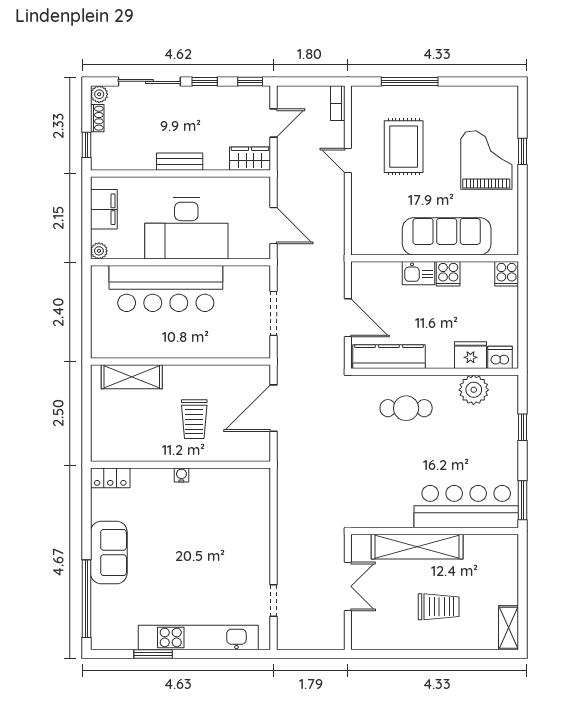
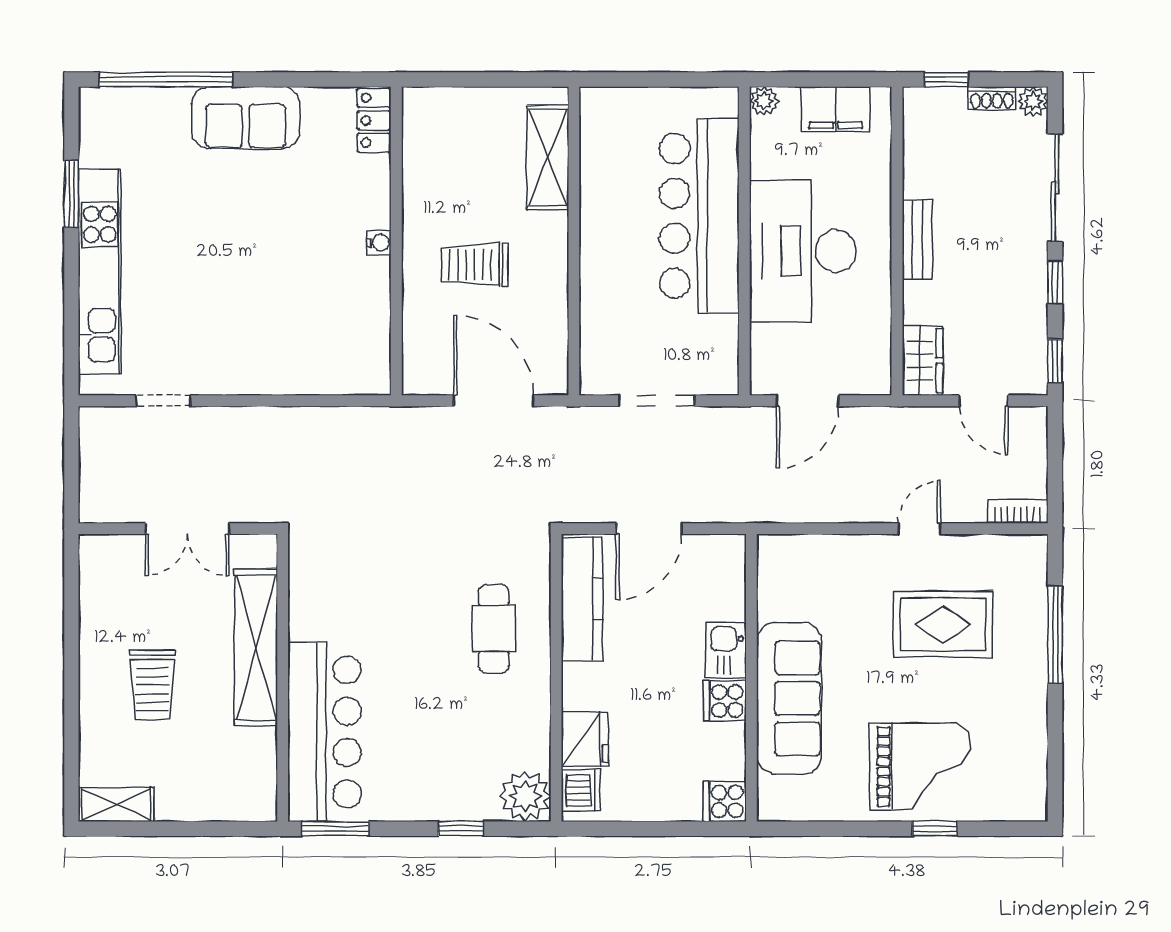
plant: (474, 390) -> (525, 796), moved

